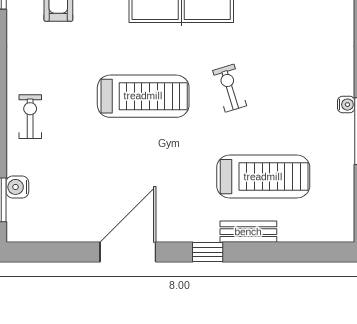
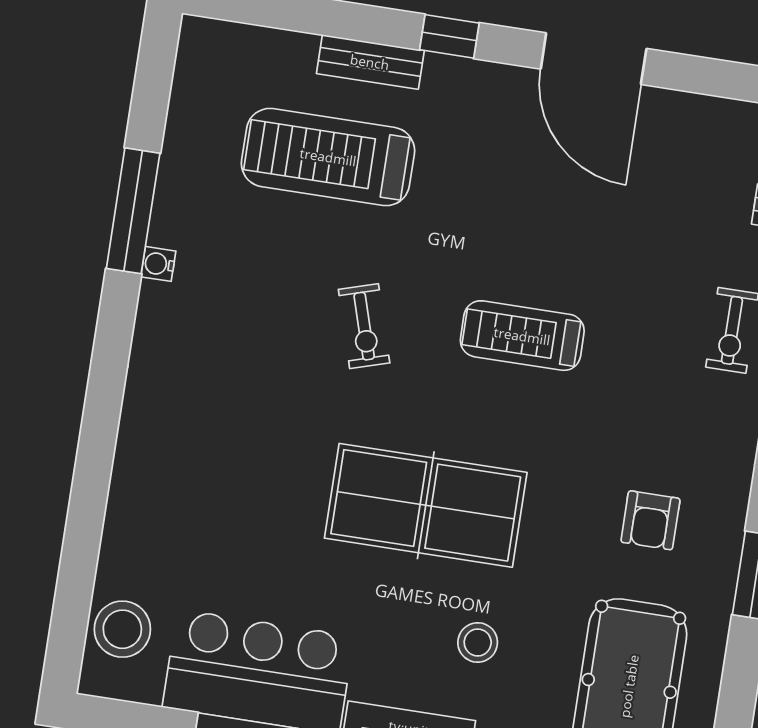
treadmill: (143, 96) -> (522, 336), width x0.73, depth x0.73
door: (128, 252) -> (594, 59), hinge flipped

